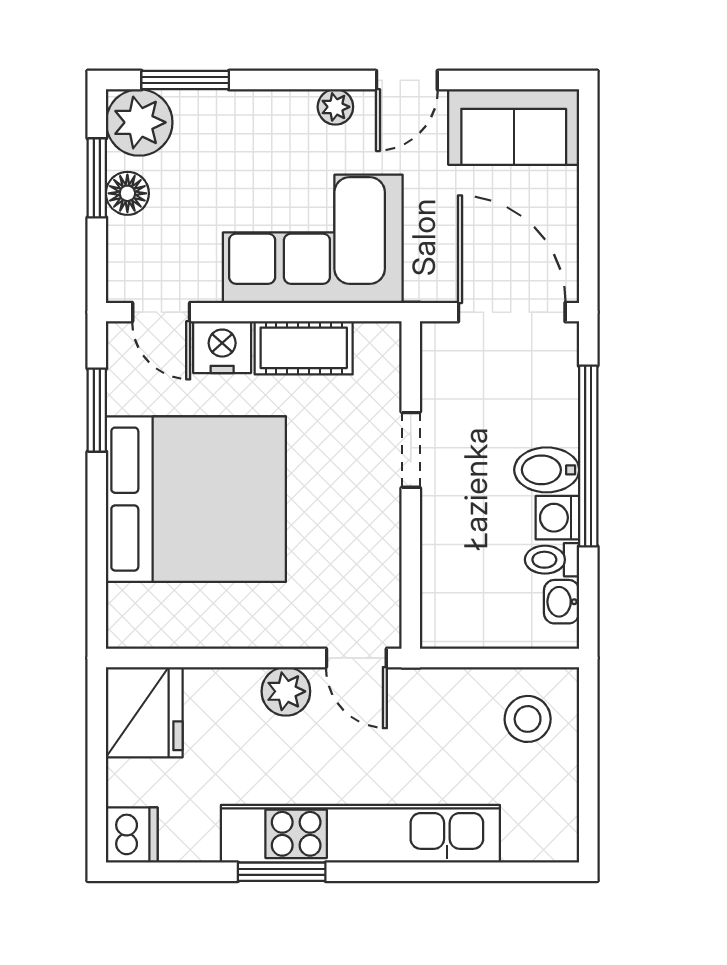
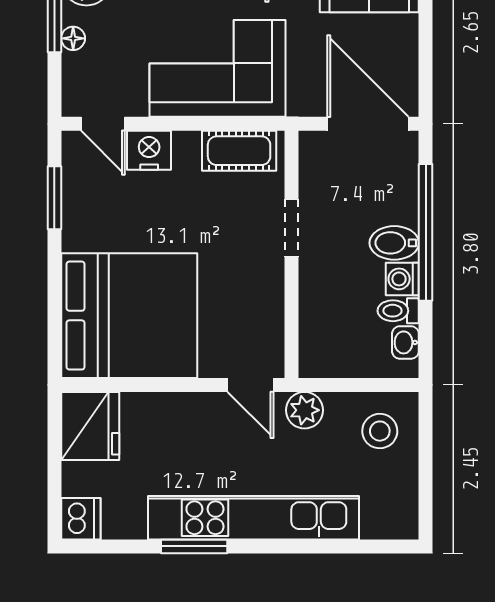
floor lamp: (127, 193) -> (73, 38), width x0.73, depth x0.73
cot: (304, 348) -> (239, 151), moved
bed: (196, 499) -> (129, 316), moved
plant: (286, 691) -> (305, 410), moved

